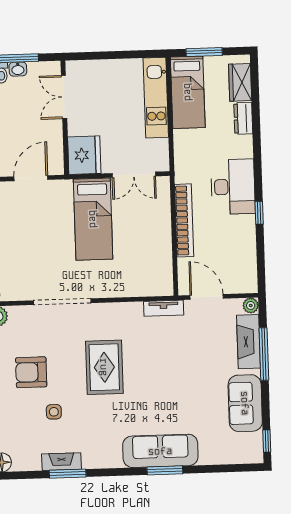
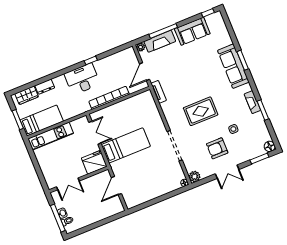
door: (31, 178) -> (116, 186), hinge flipped
armchair: (31, 372) -> (217, 148), turned 90
fireplace: (61, 462) -> (252, 102), moved

